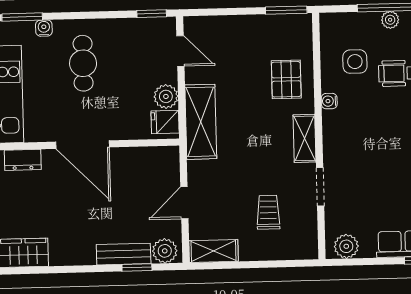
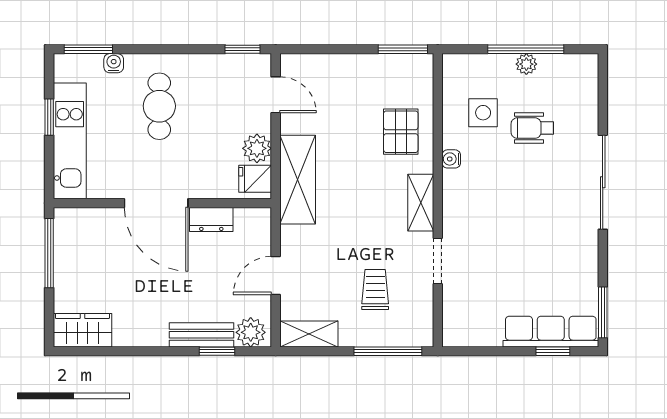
dresser: (23, 160) -> (211, 219), moved
plant: (346, 246) -> (467, 332), removed
window: (280, 264) -> (388, 351), added

